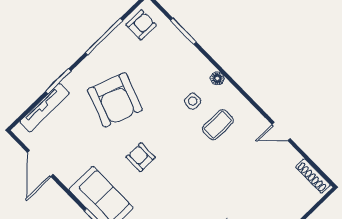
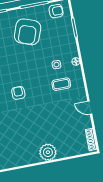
armchair: (115, 100) -> (28, 32), moved
armchair: (141, 157) -> (18, 93), moved

